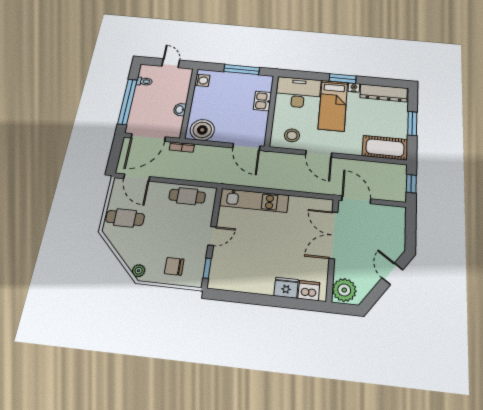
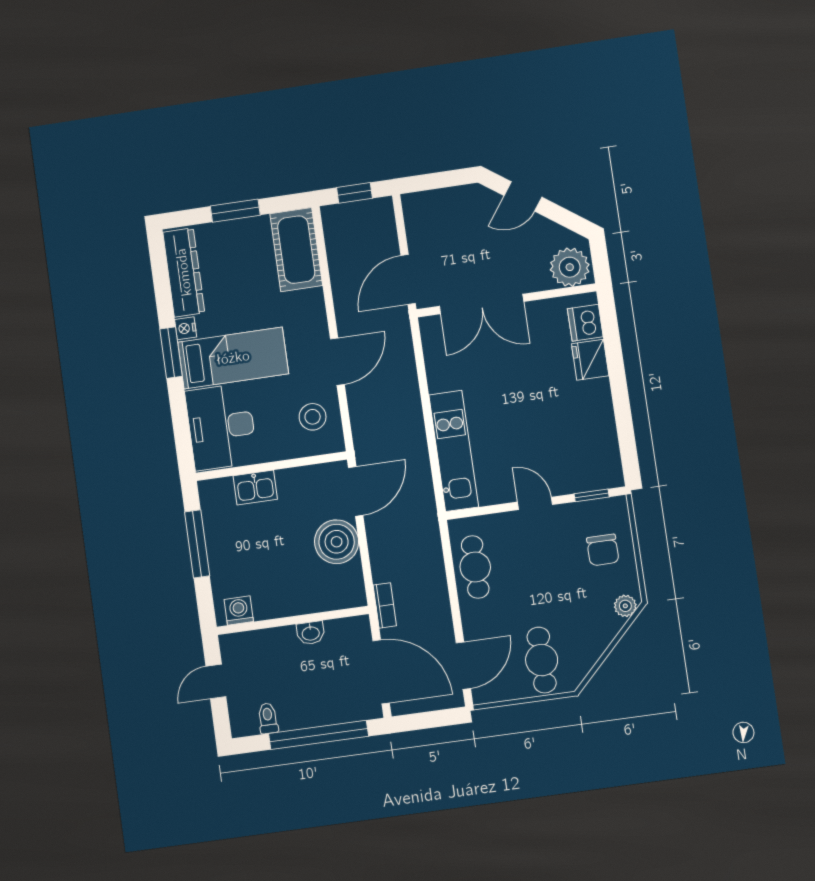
boiler: (202, 130) -> (337, 542), moved

